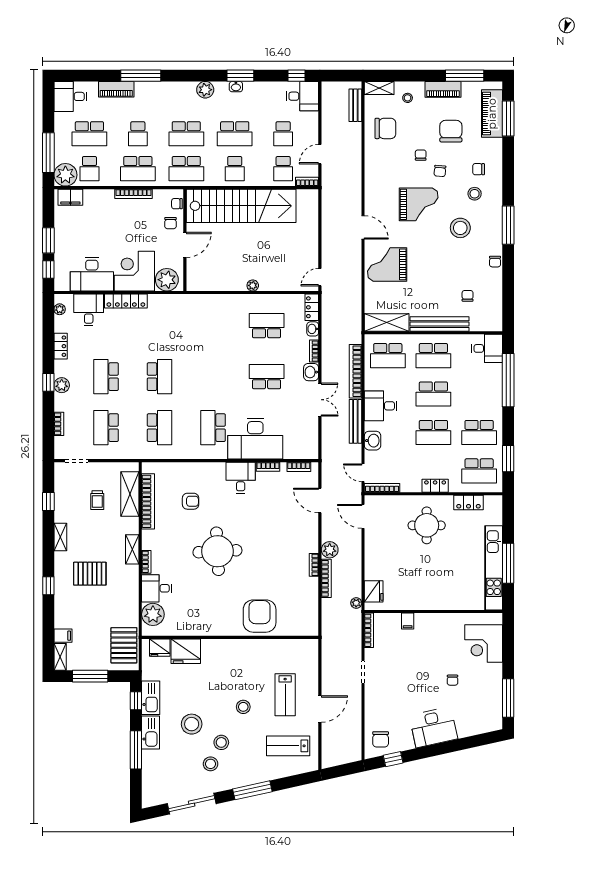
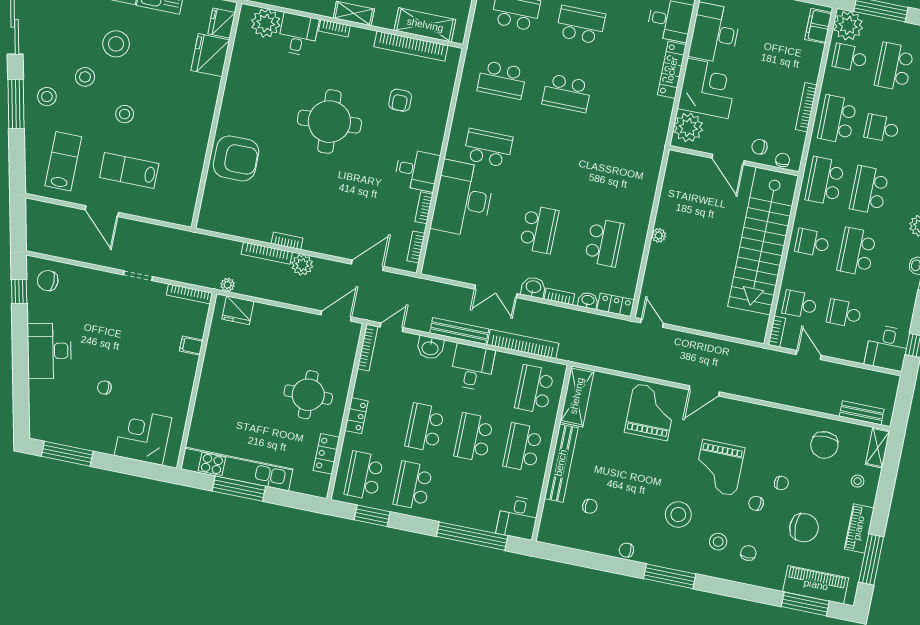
stool: (211, 764) -> (47, 97), moved

